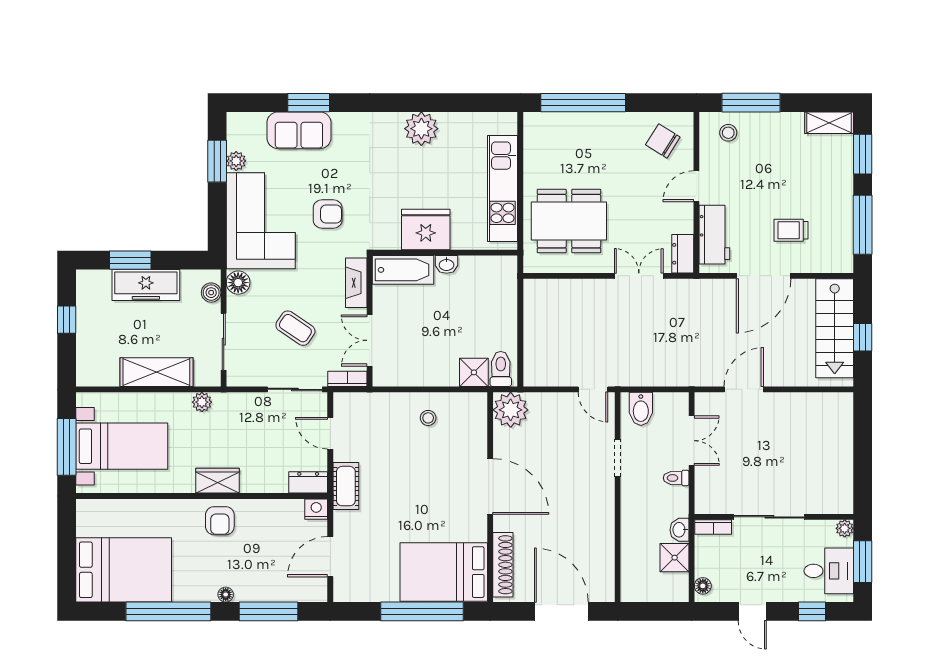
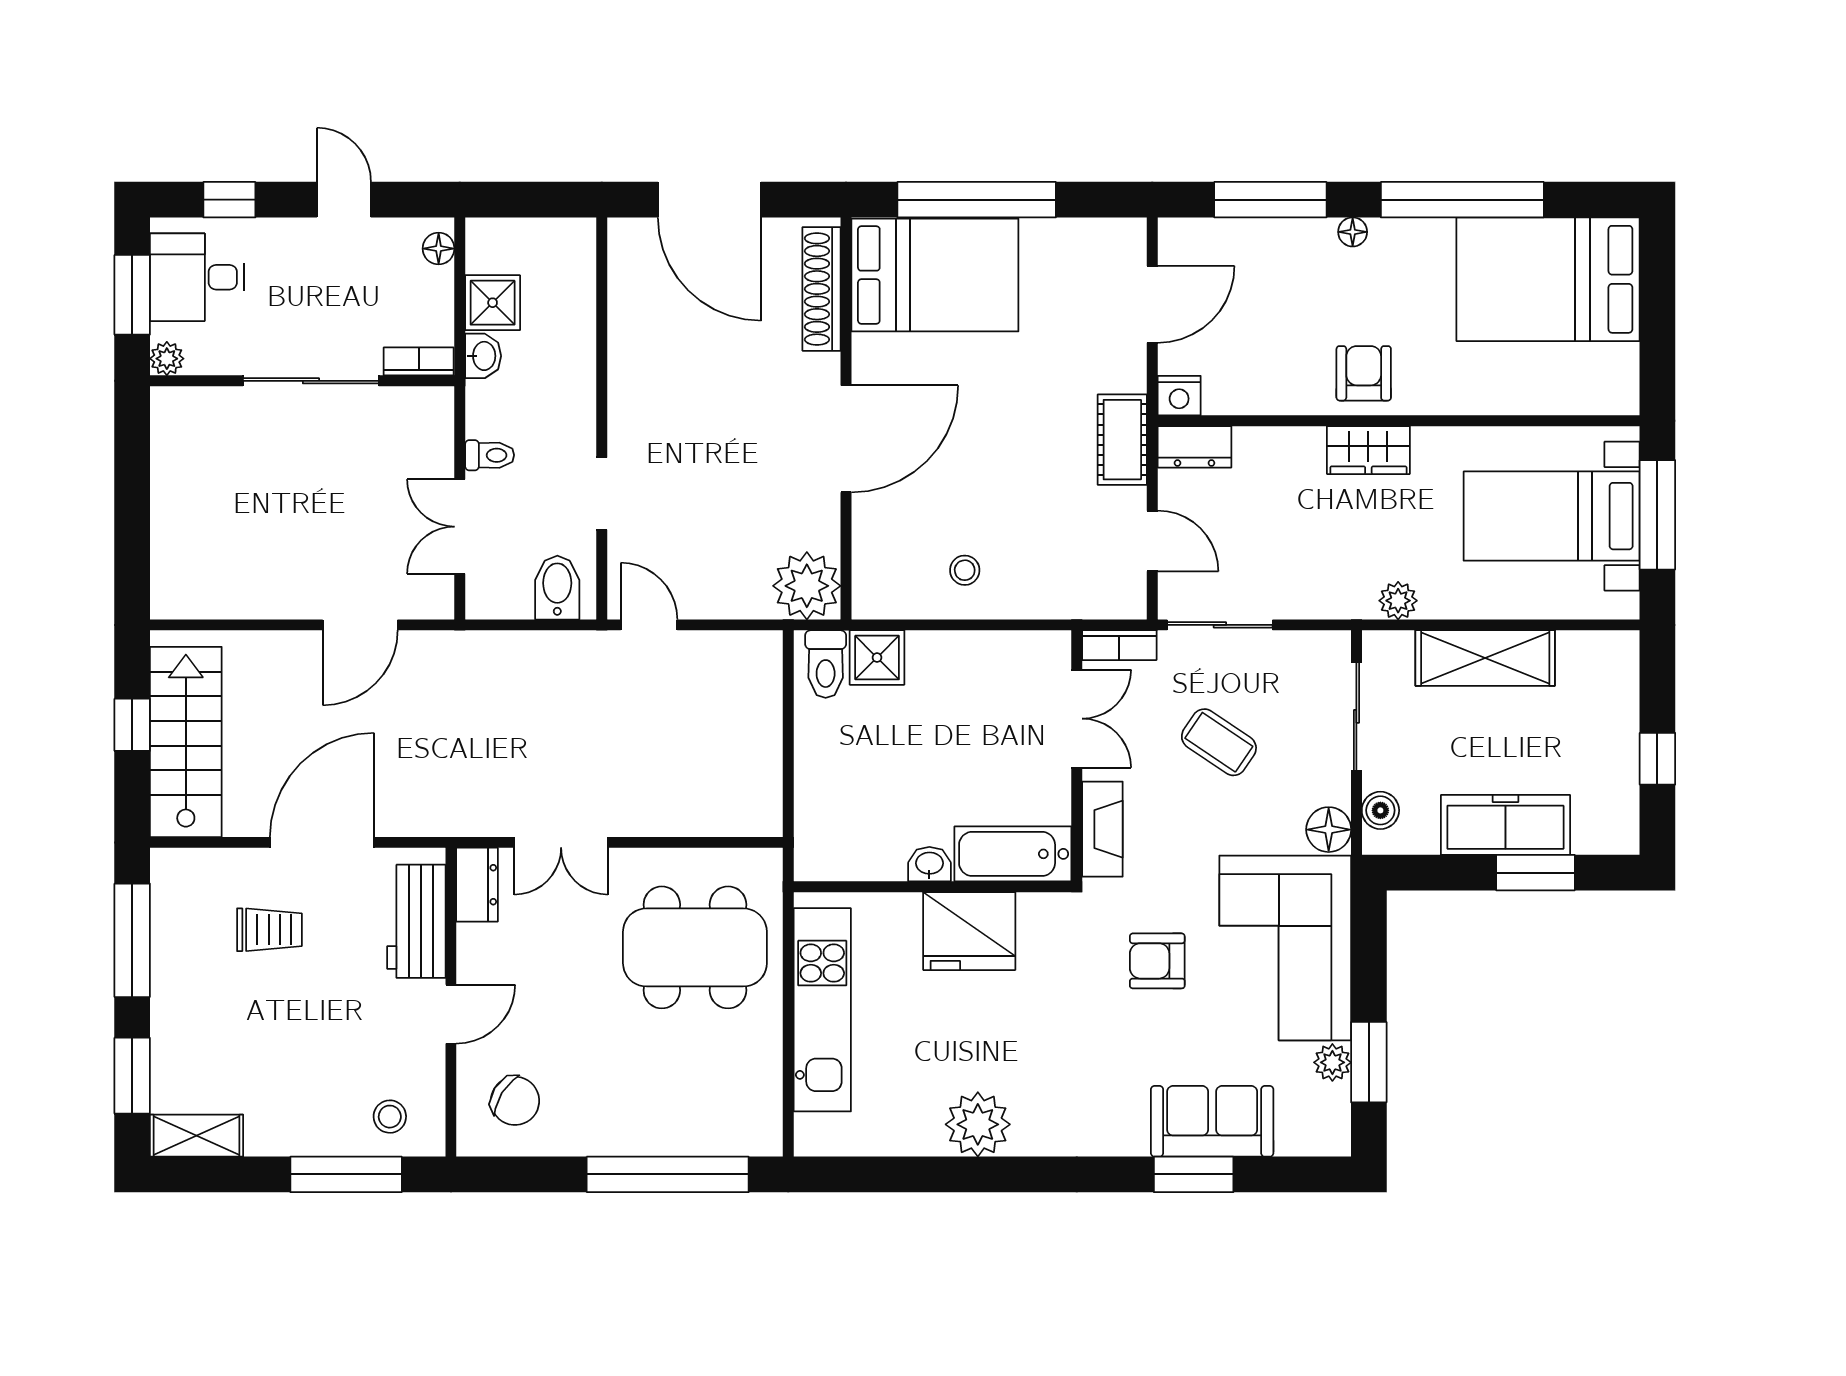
door: (490, 486) -> (846, 439), swing flipped

